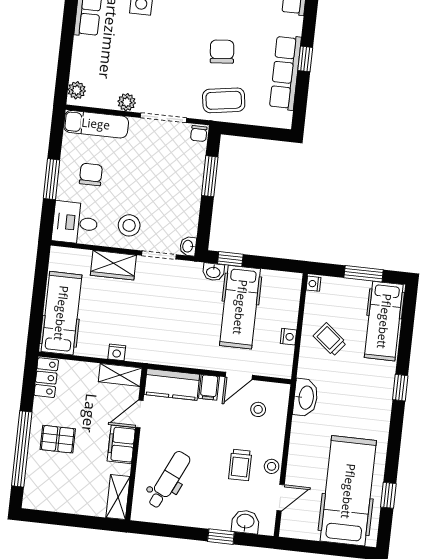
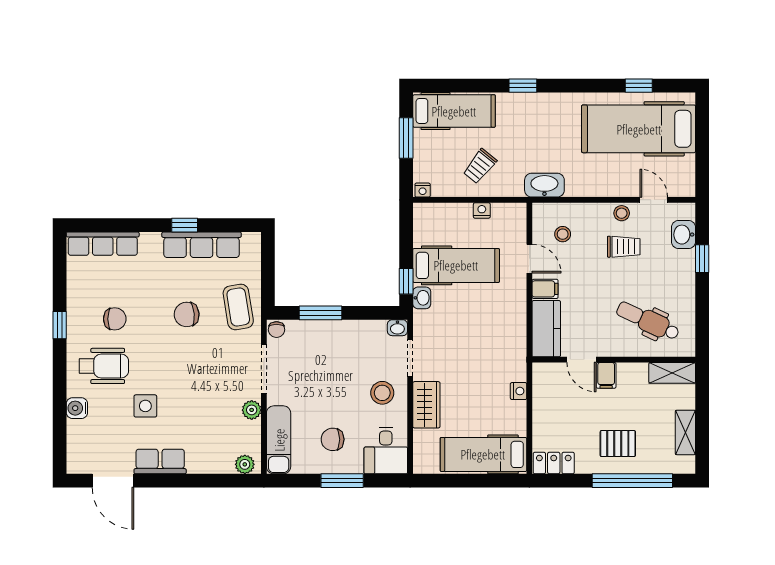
chair: (199, 134) -> (276, 330), turned 90
shelving: (120, 375) -> (685, 432), moved
pallet: (58, 439) -> (618, 444), turned 90
filing cabinet: (121, 444) -> (606, 375), width x0.50

